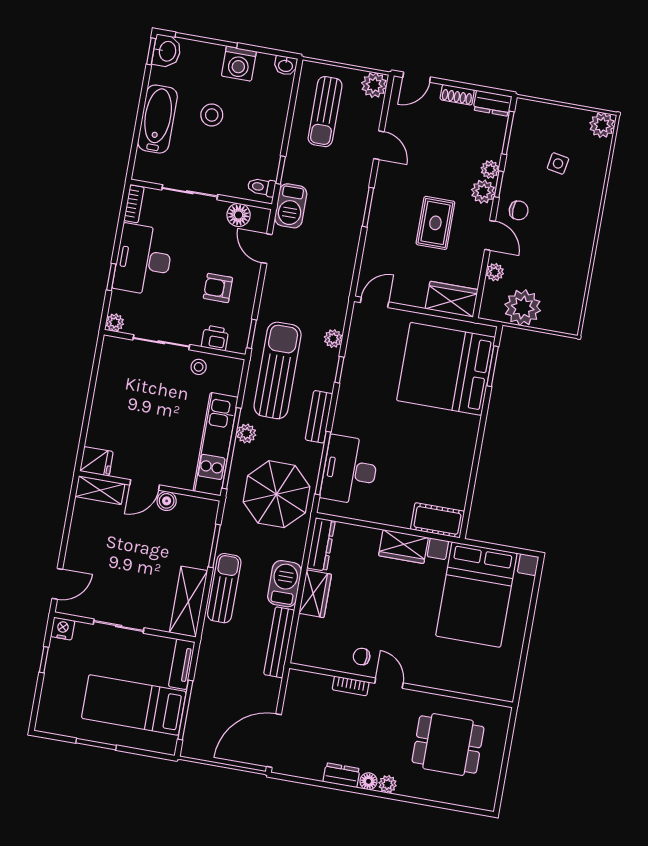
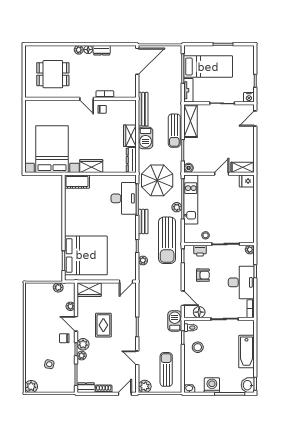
stool: (212, 115) -> (198, 347), moved
plant: (523, 308) -> (58, 287), width x0.53, depth x0.53
boiler: (167, 501) -> (189, 168), moved

